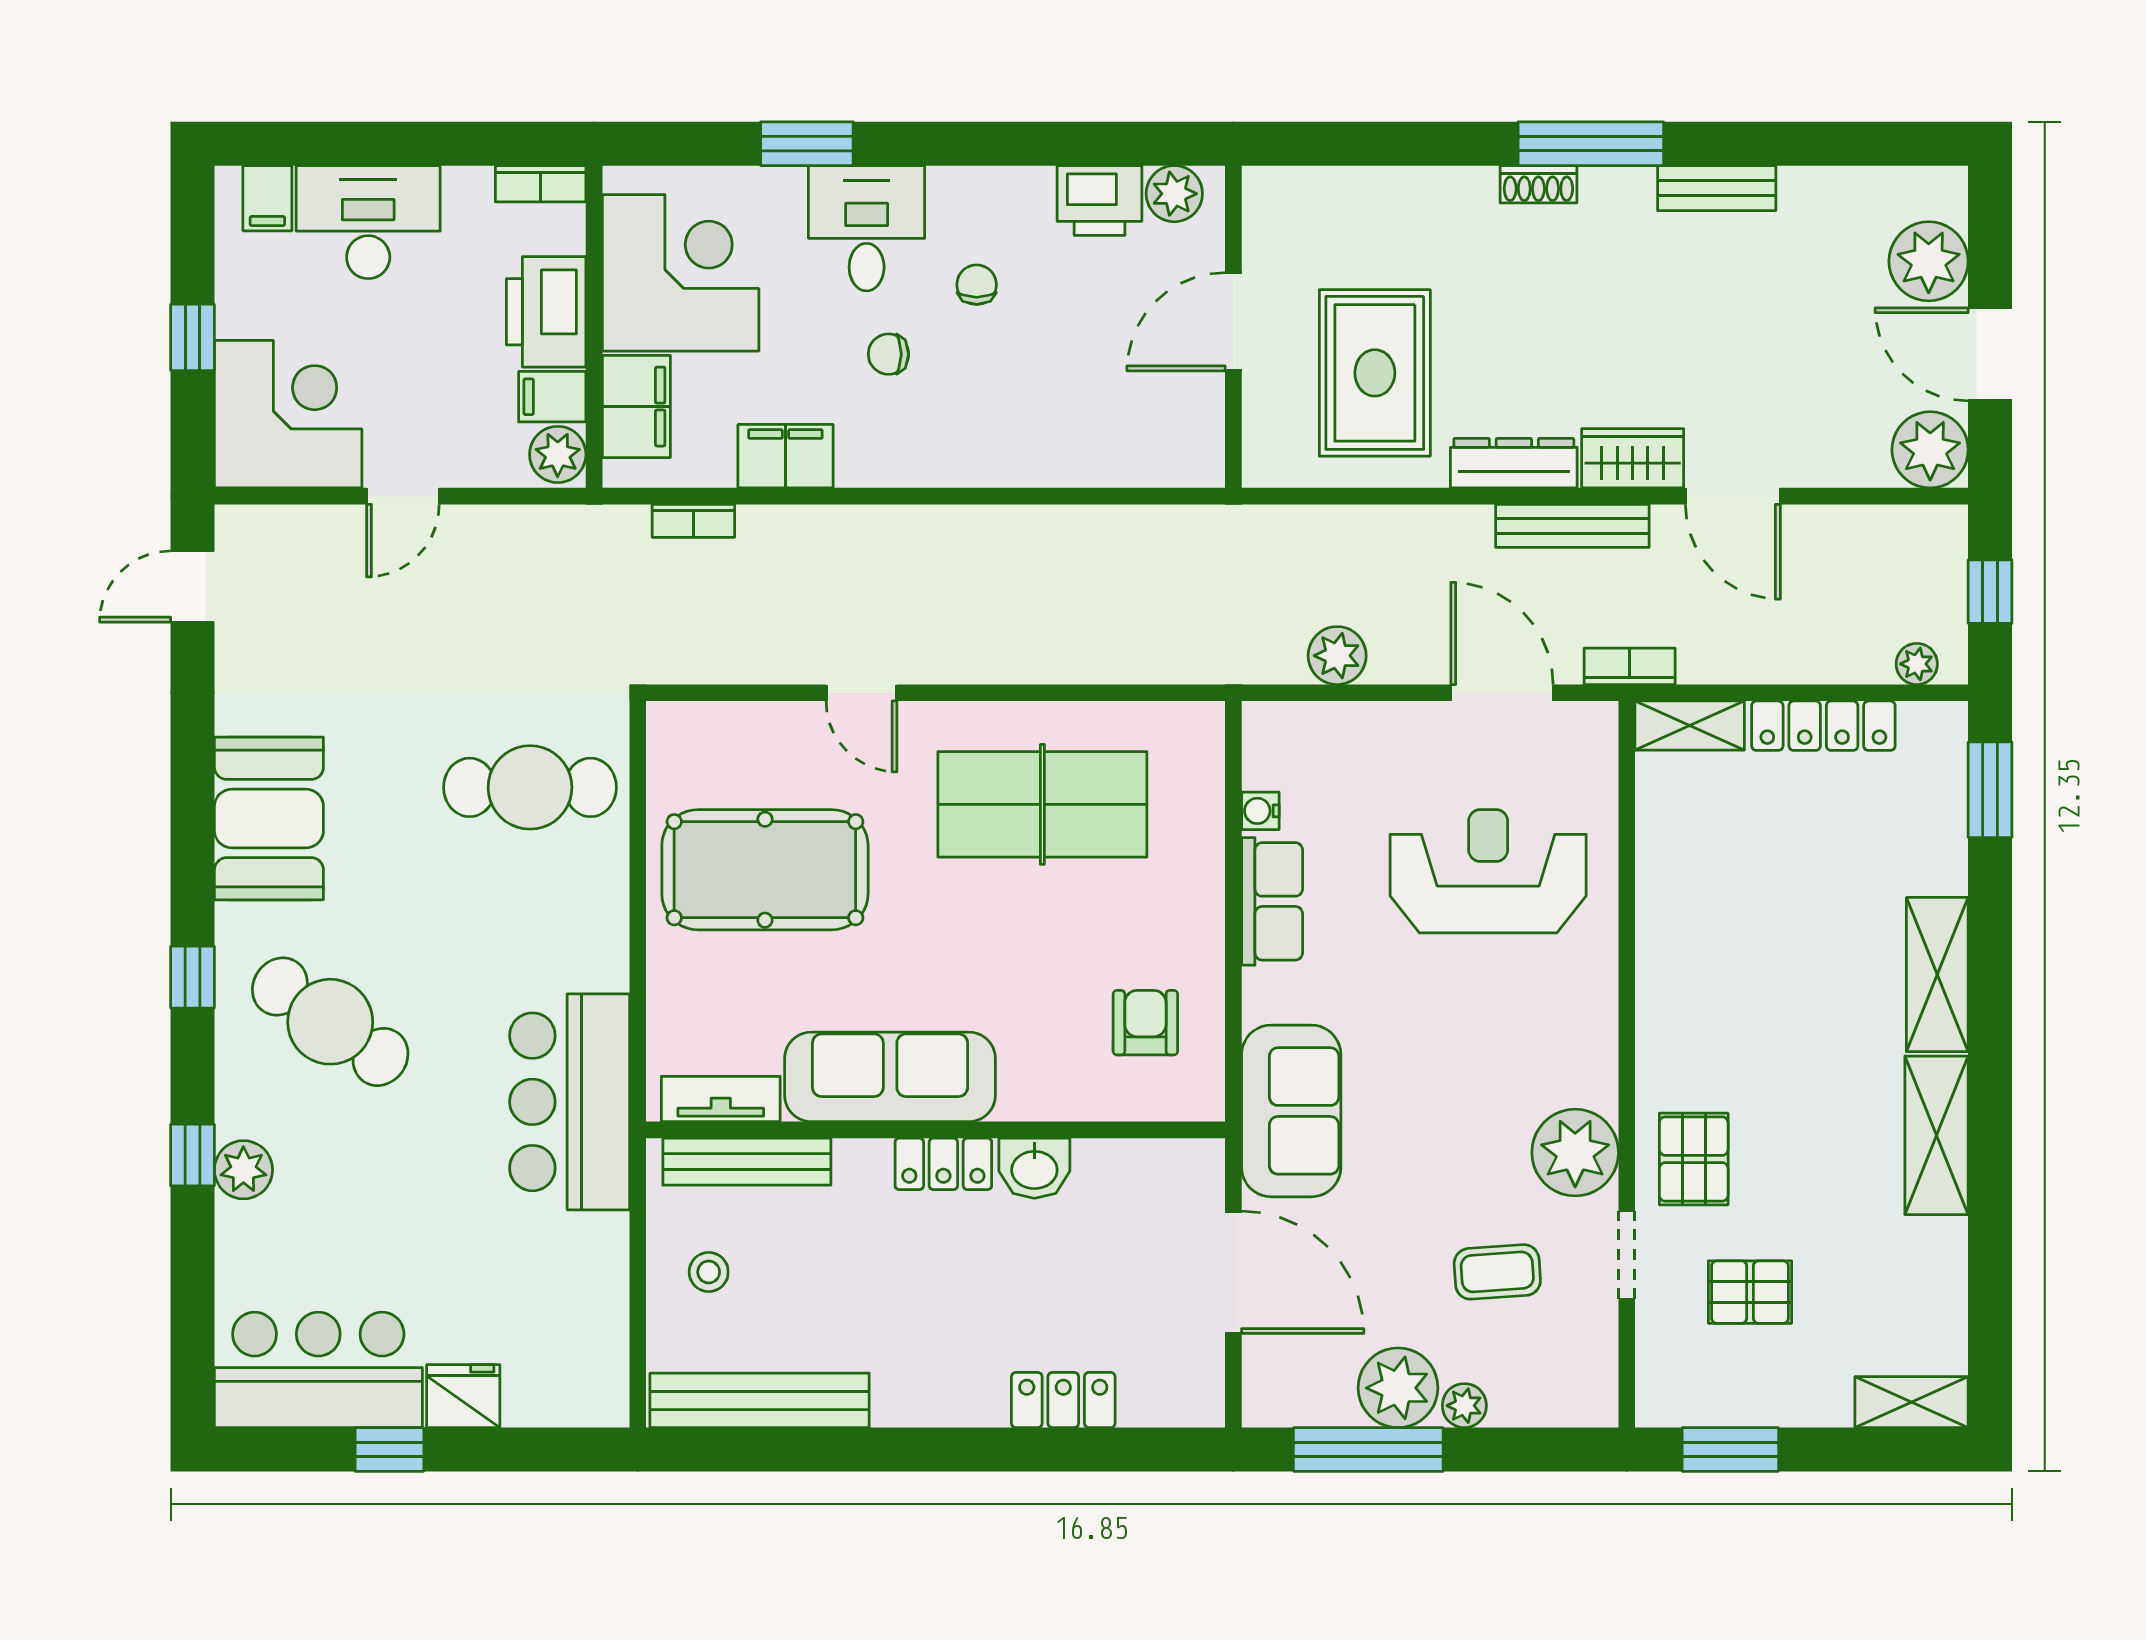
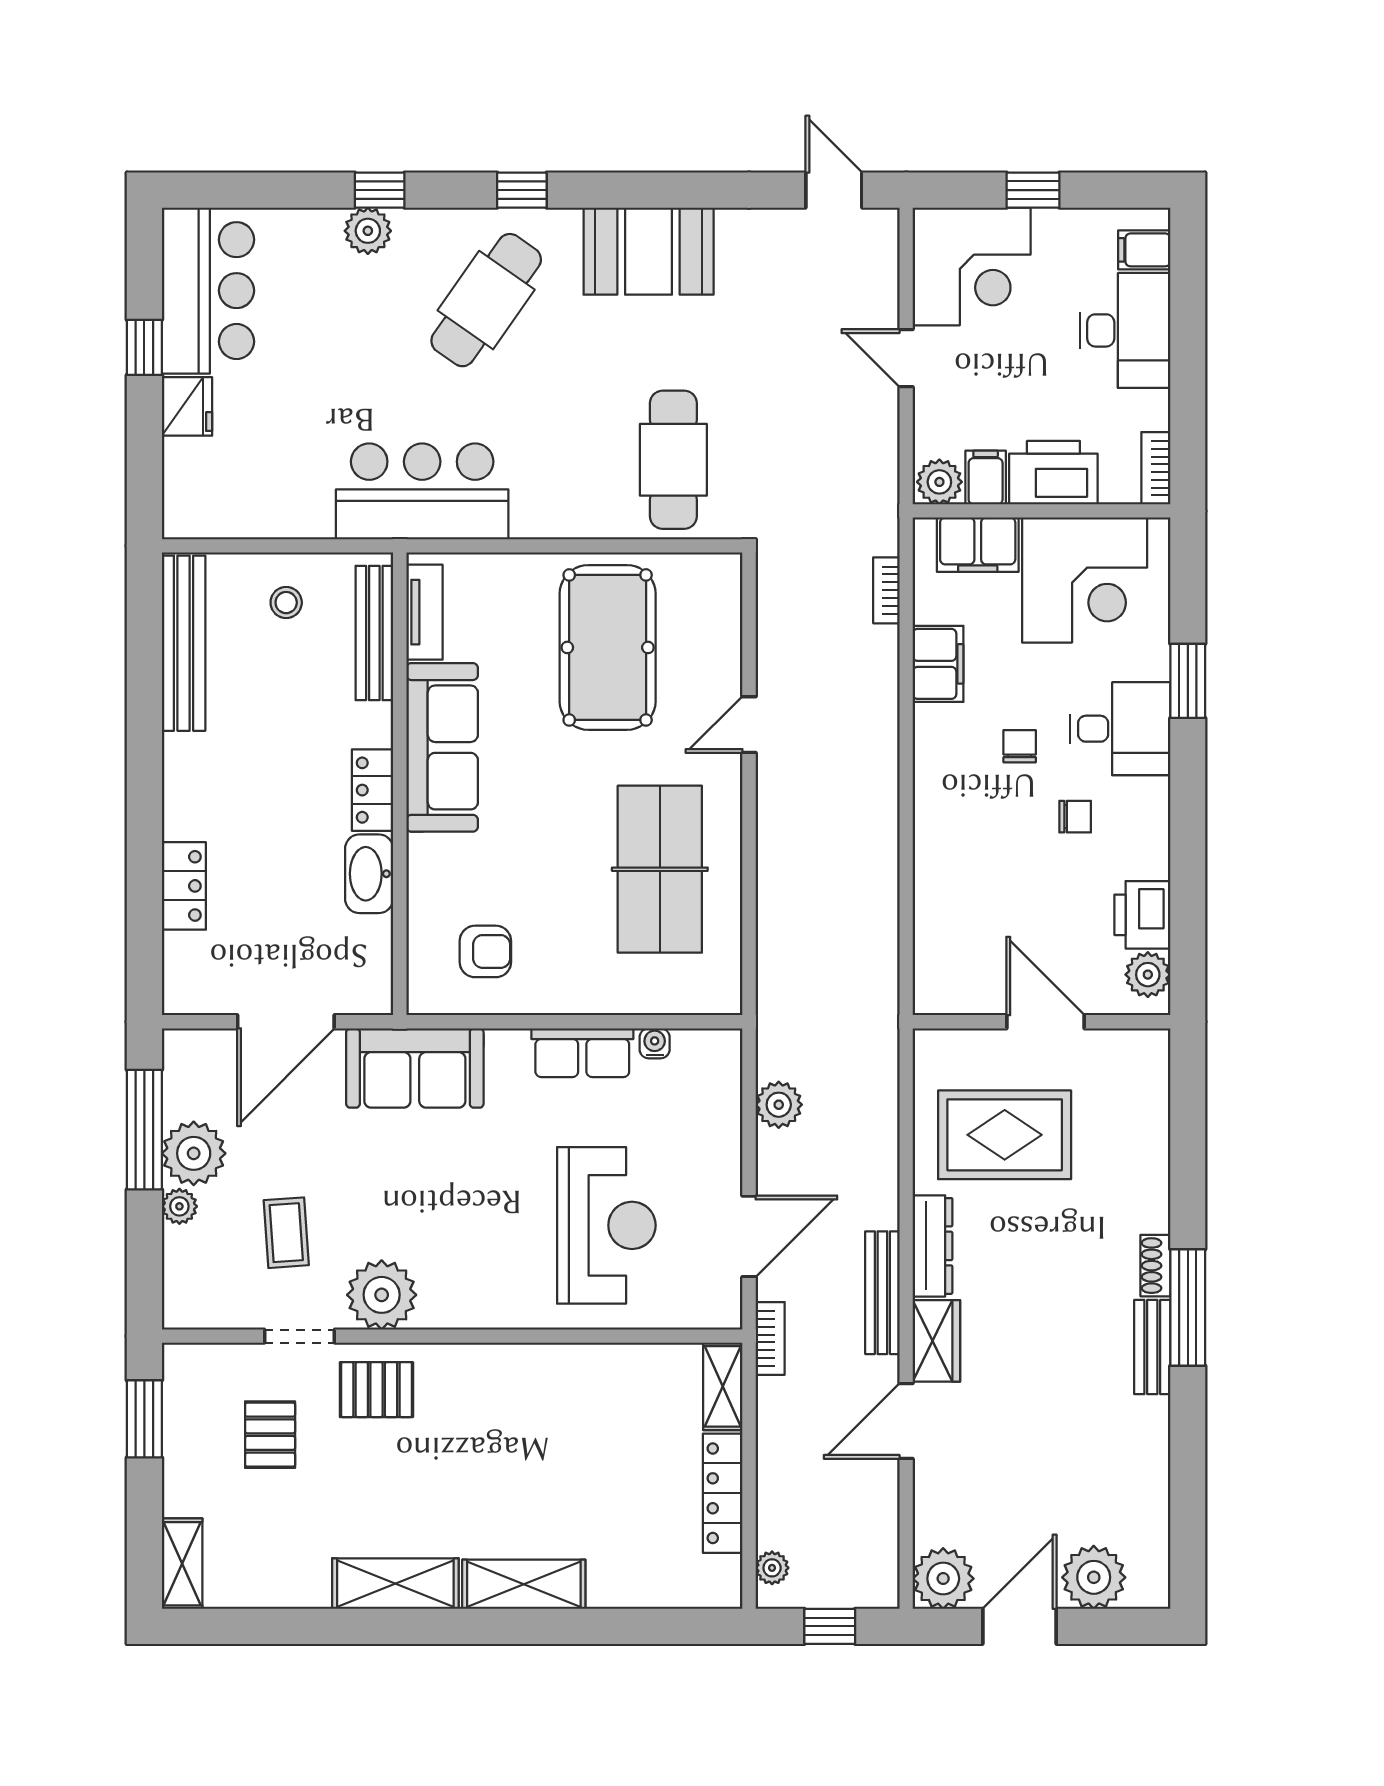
bench: (1717, 188) -> (1152, 1347), moved
window: (1990, 790) -> (671, 1626), removed
washbasin: (1034, 1168) -> (369, 874), width x1.38

